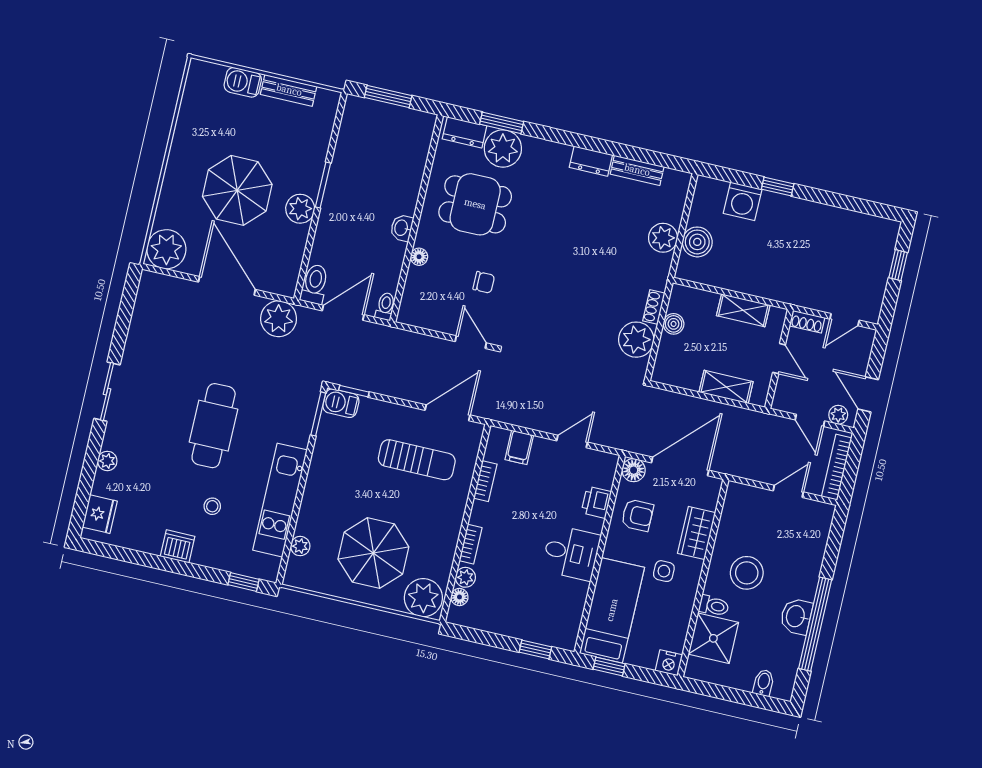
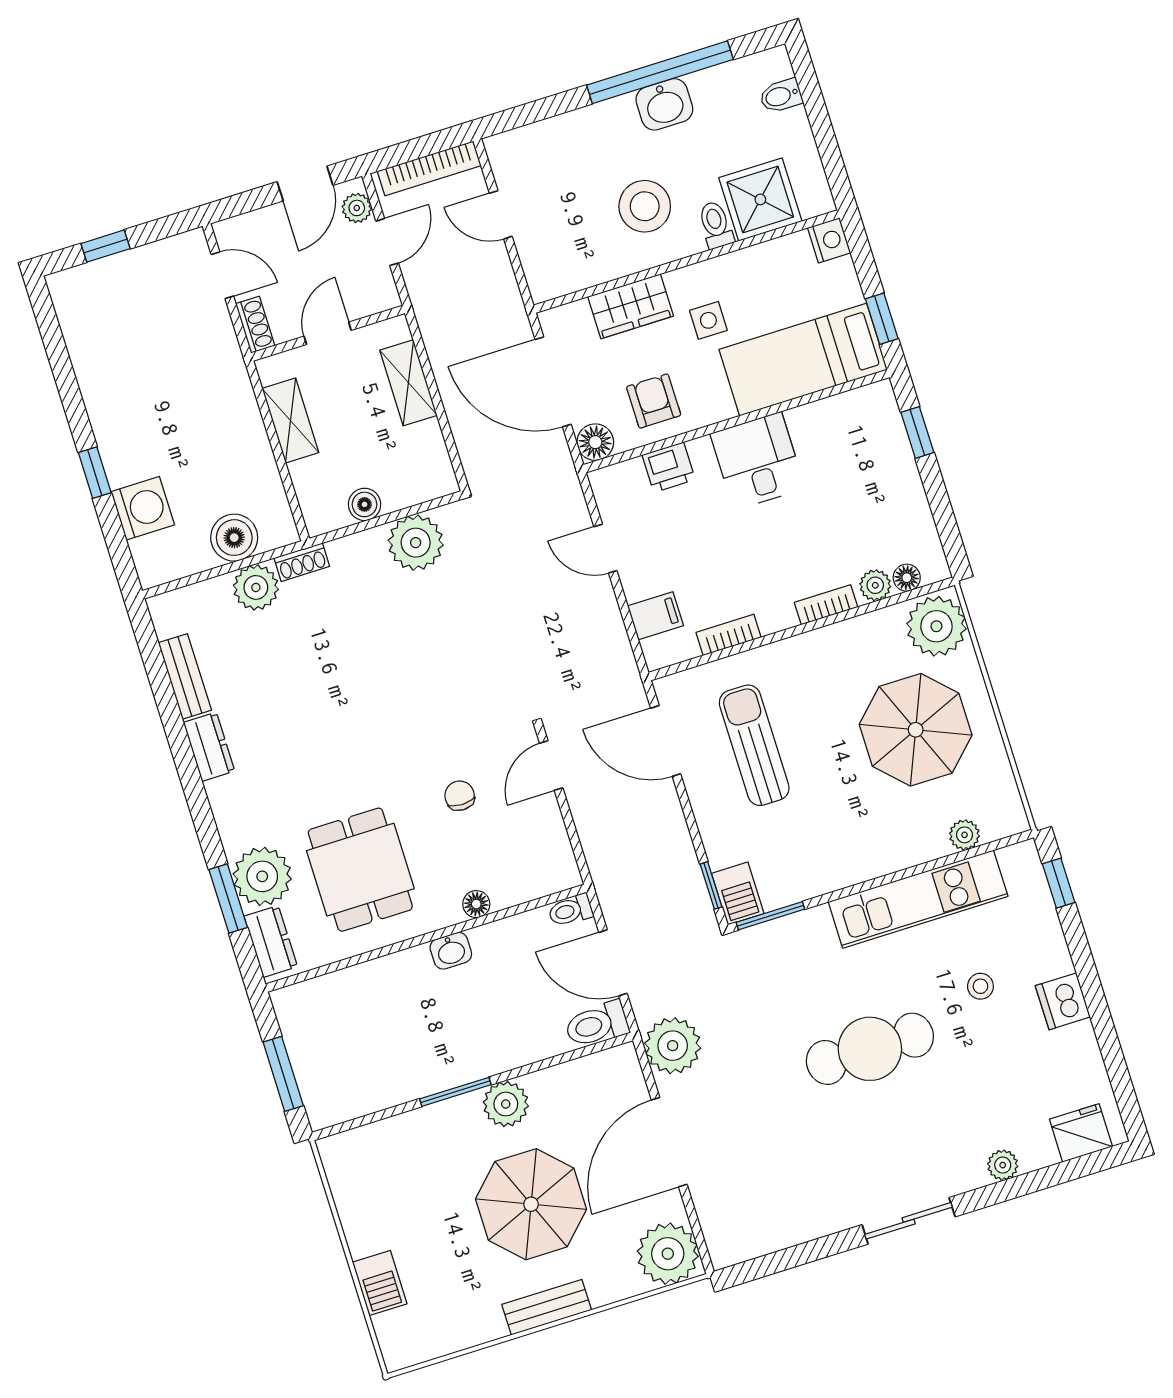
bench: (289, 90) -> (547, 1307), moved, turned 90
shoe rack: (654, 307) -> (302, 562), moved

